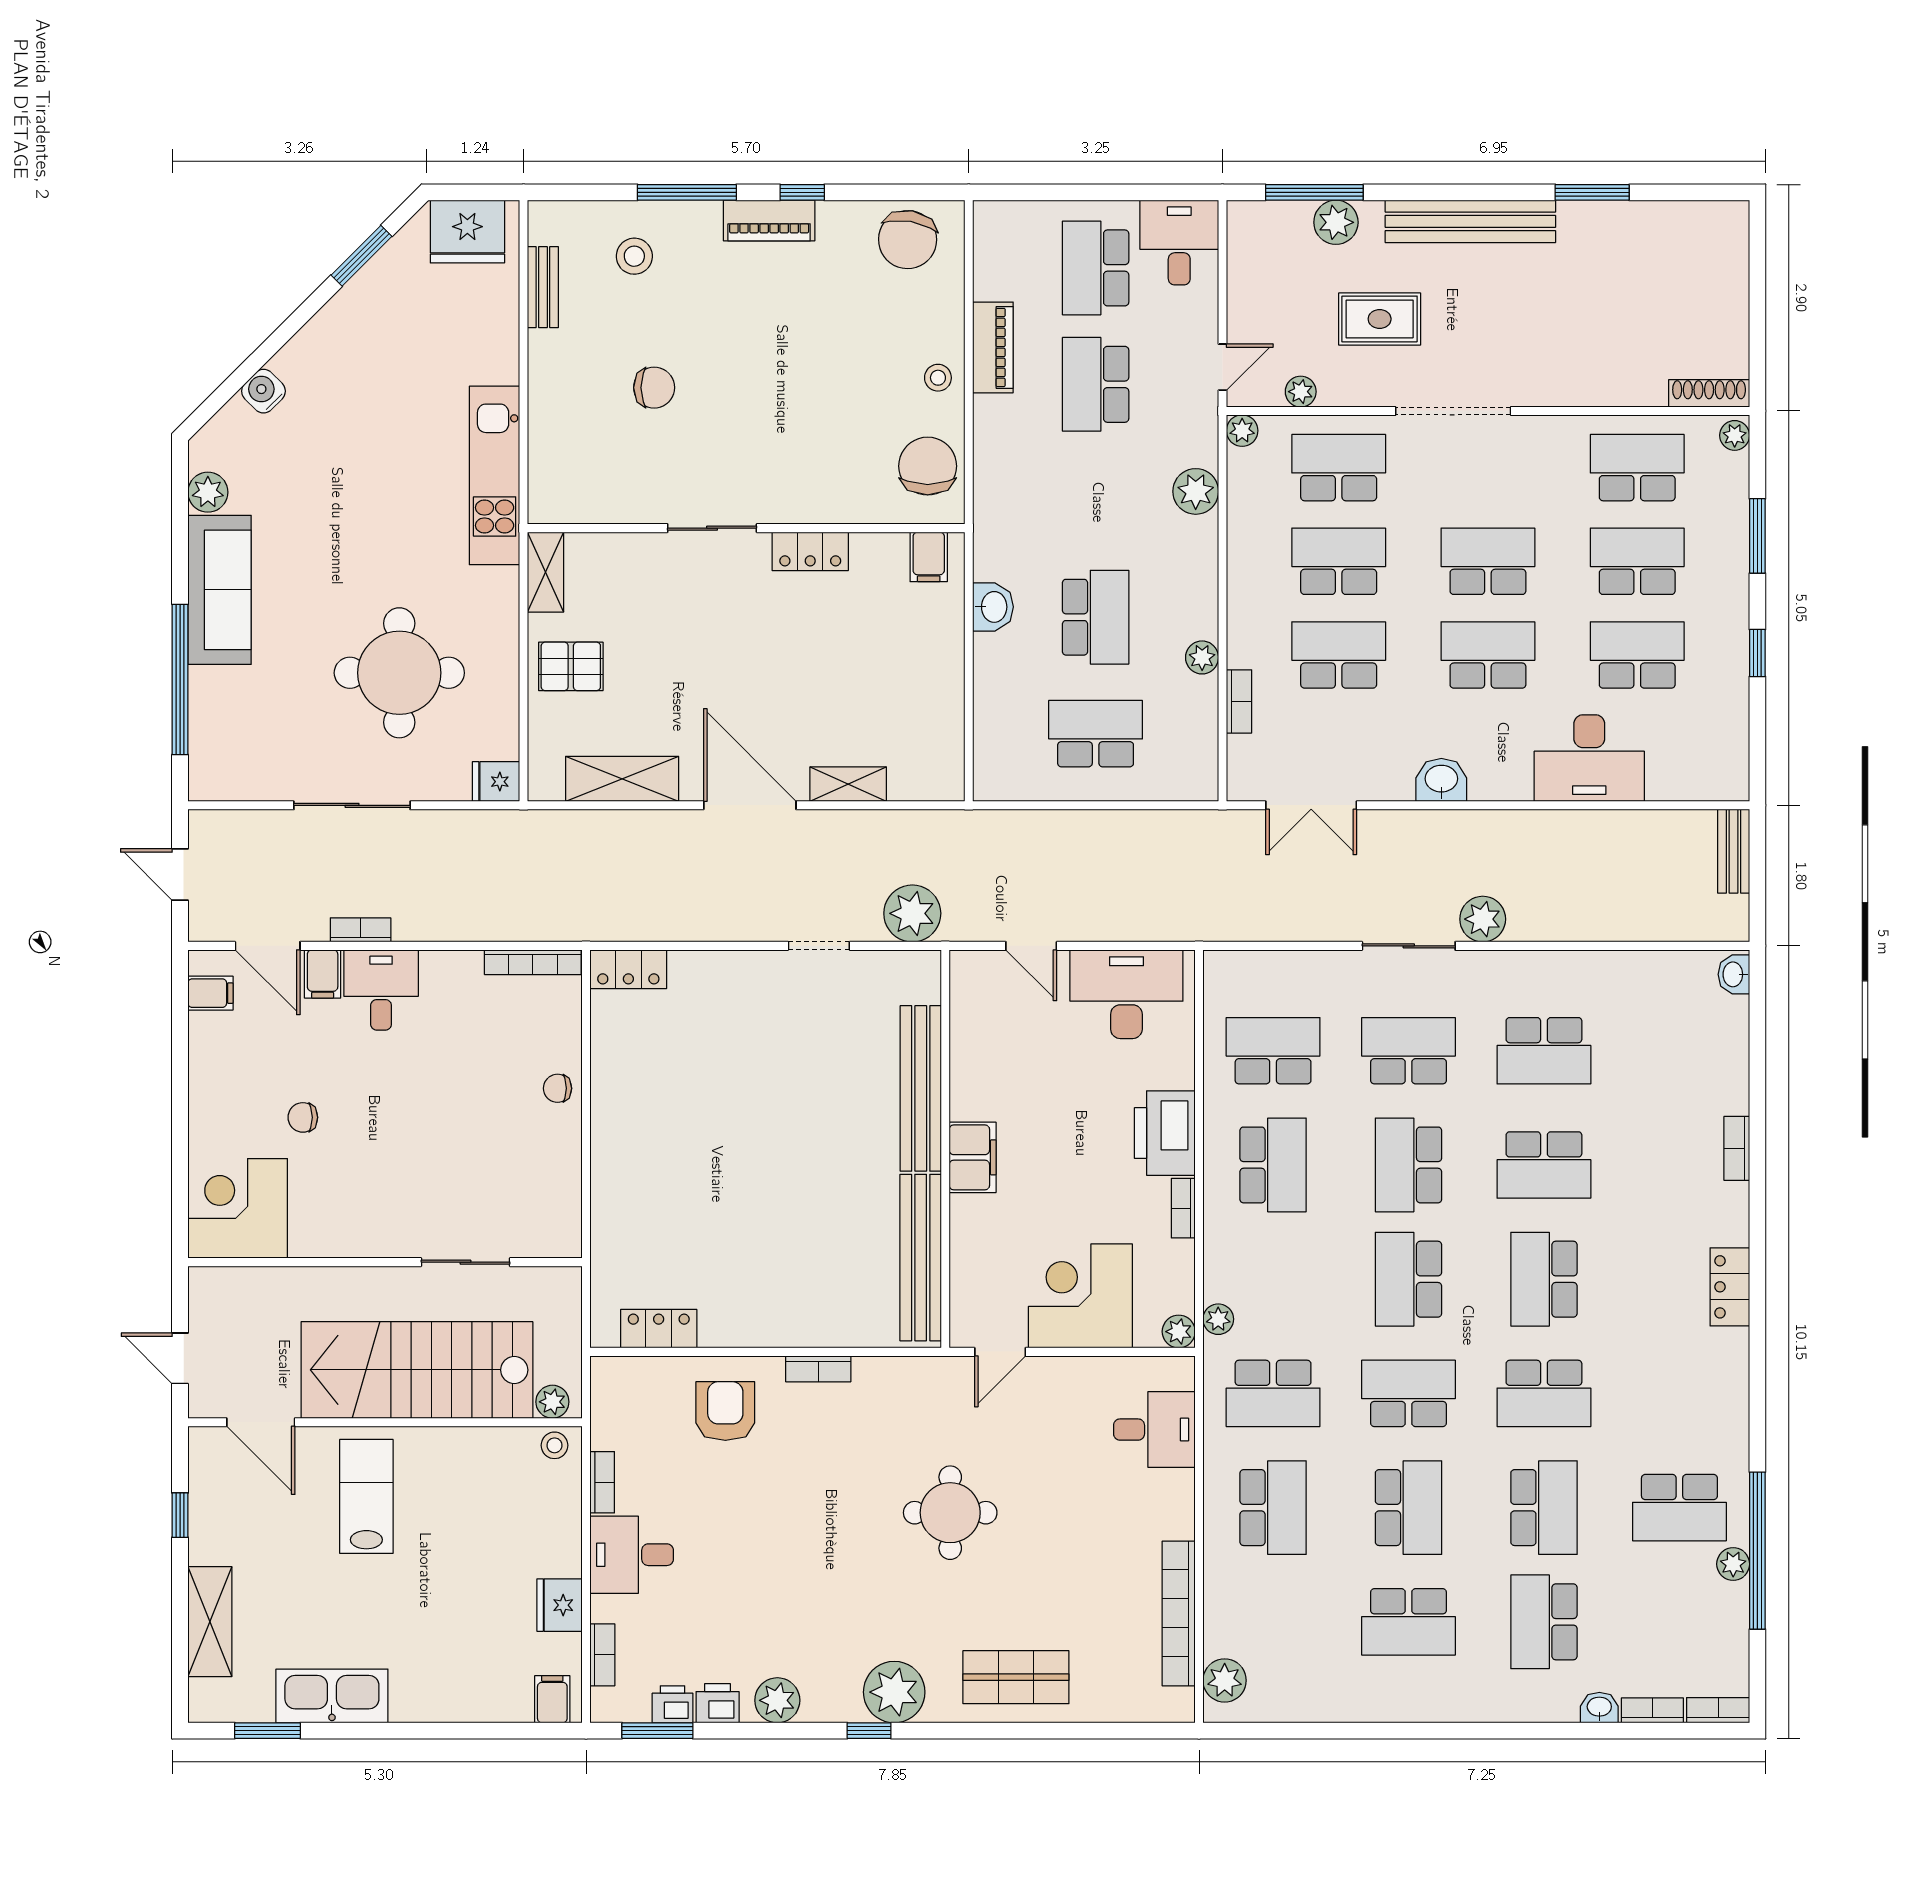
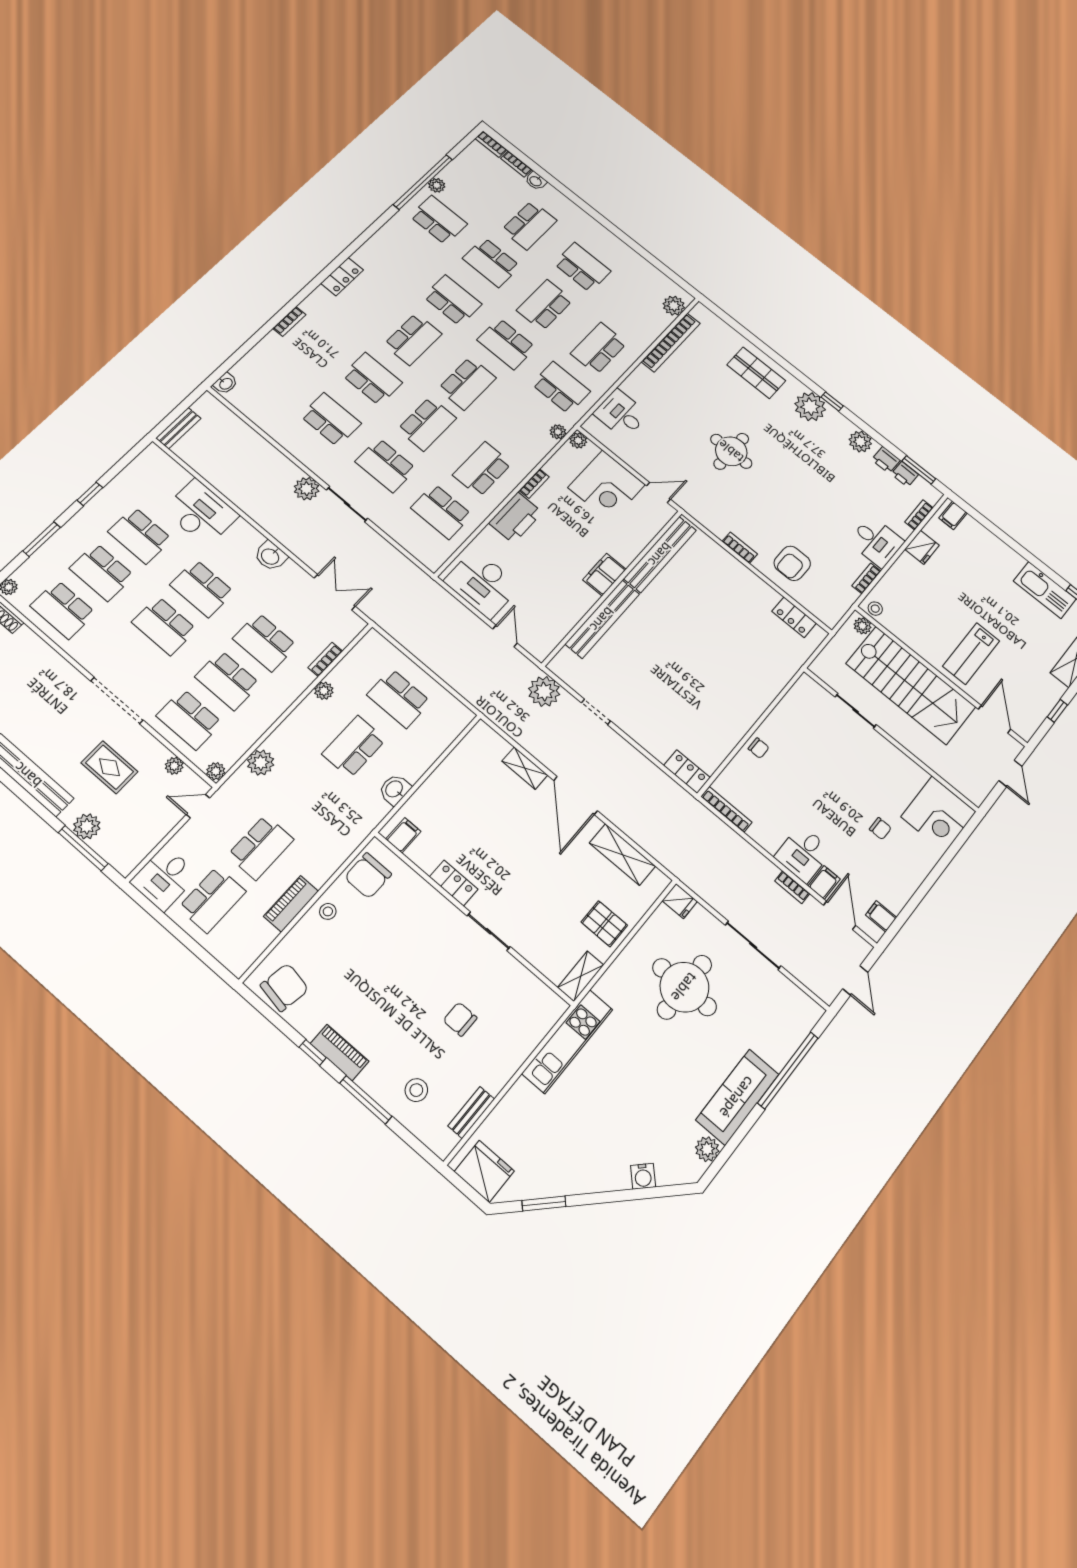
school desk: (1544, 1508) -> (491, 262), turned -90

